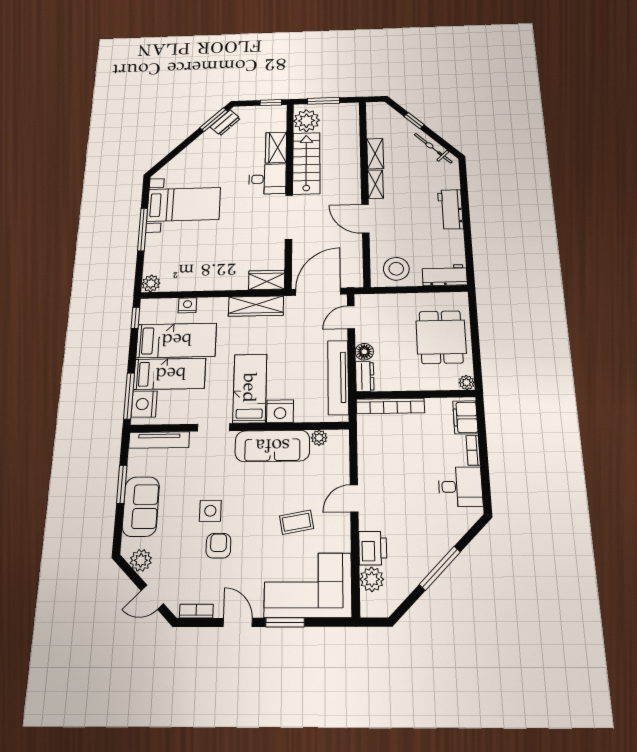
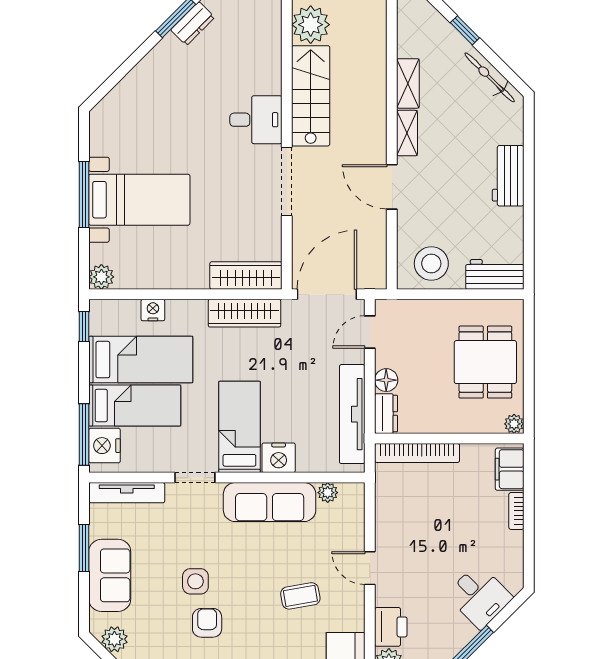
wardrobe: (276, 147) -> (267, 68), removed
bed with nightstands: (184, 204) -> (139, 200), moved
wardrobe: (267, 280) -> (246, 276), width x1.50
desk: (460, 487) -> (479, 596), moved, turned 45
door: (354, 498) -> (370, 568), hinge flipped

